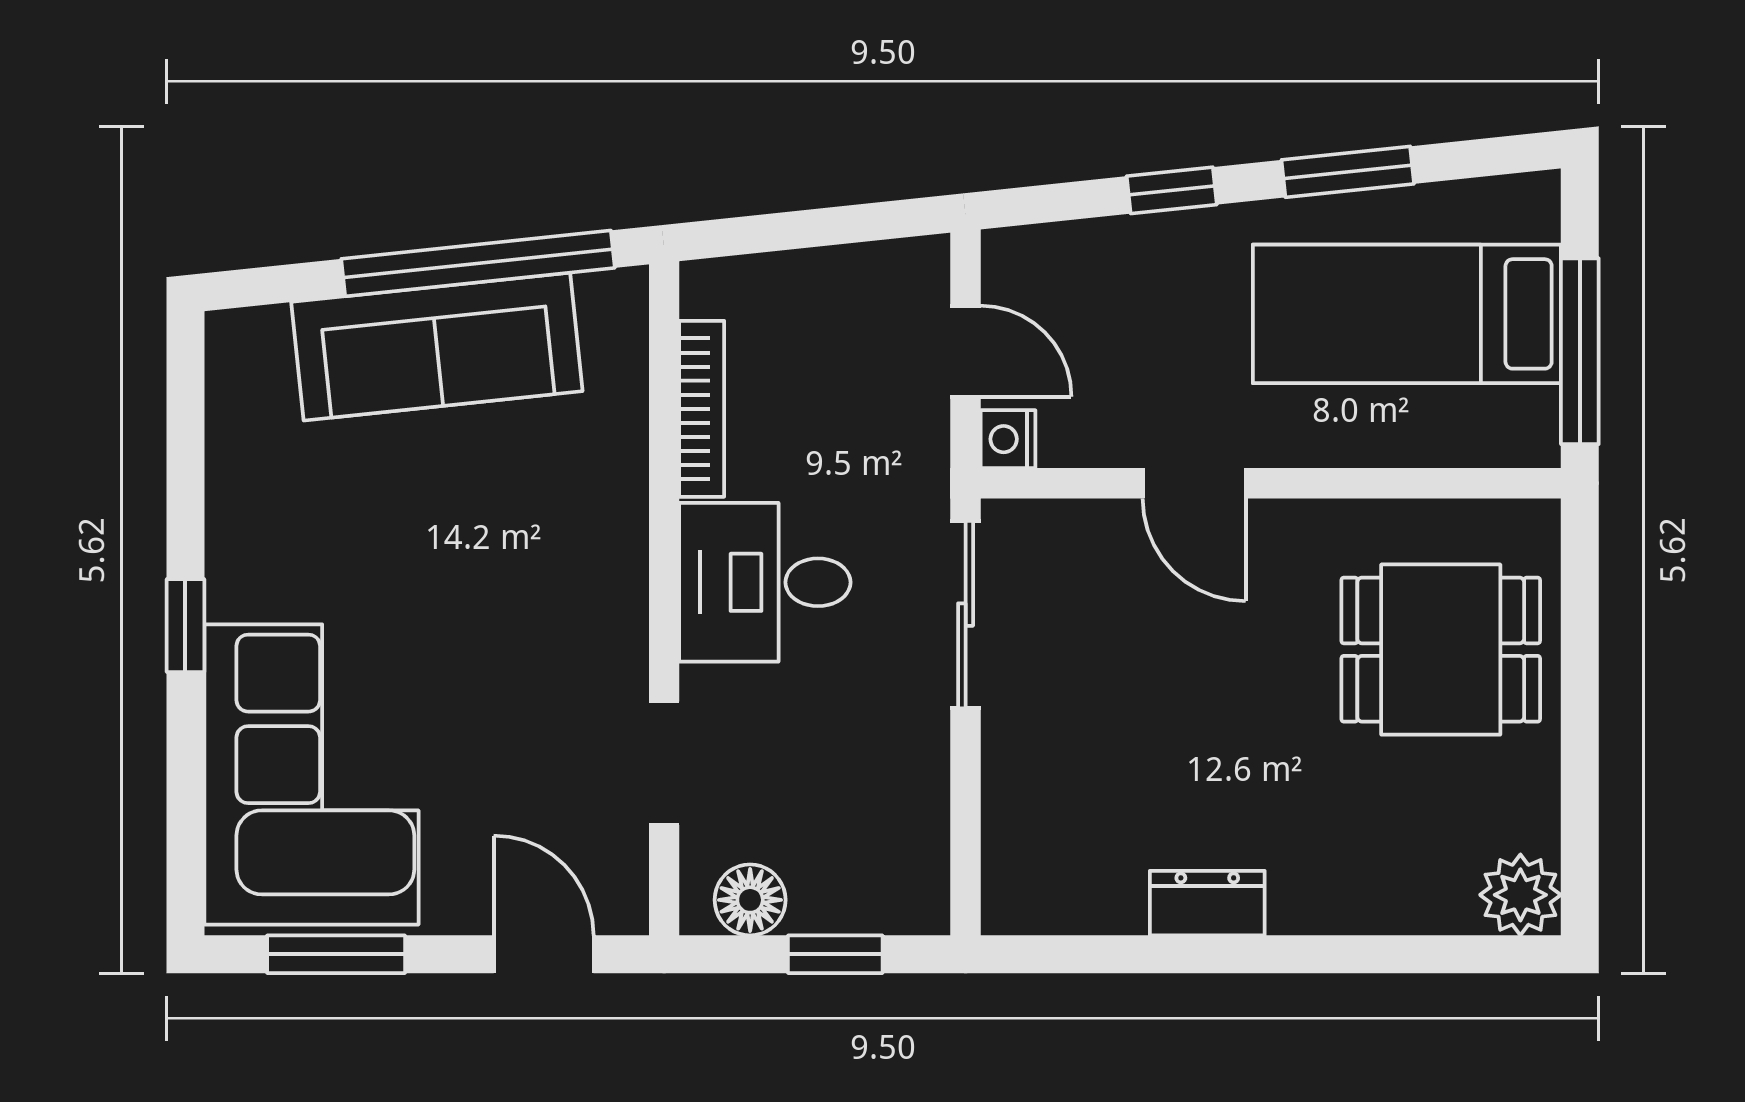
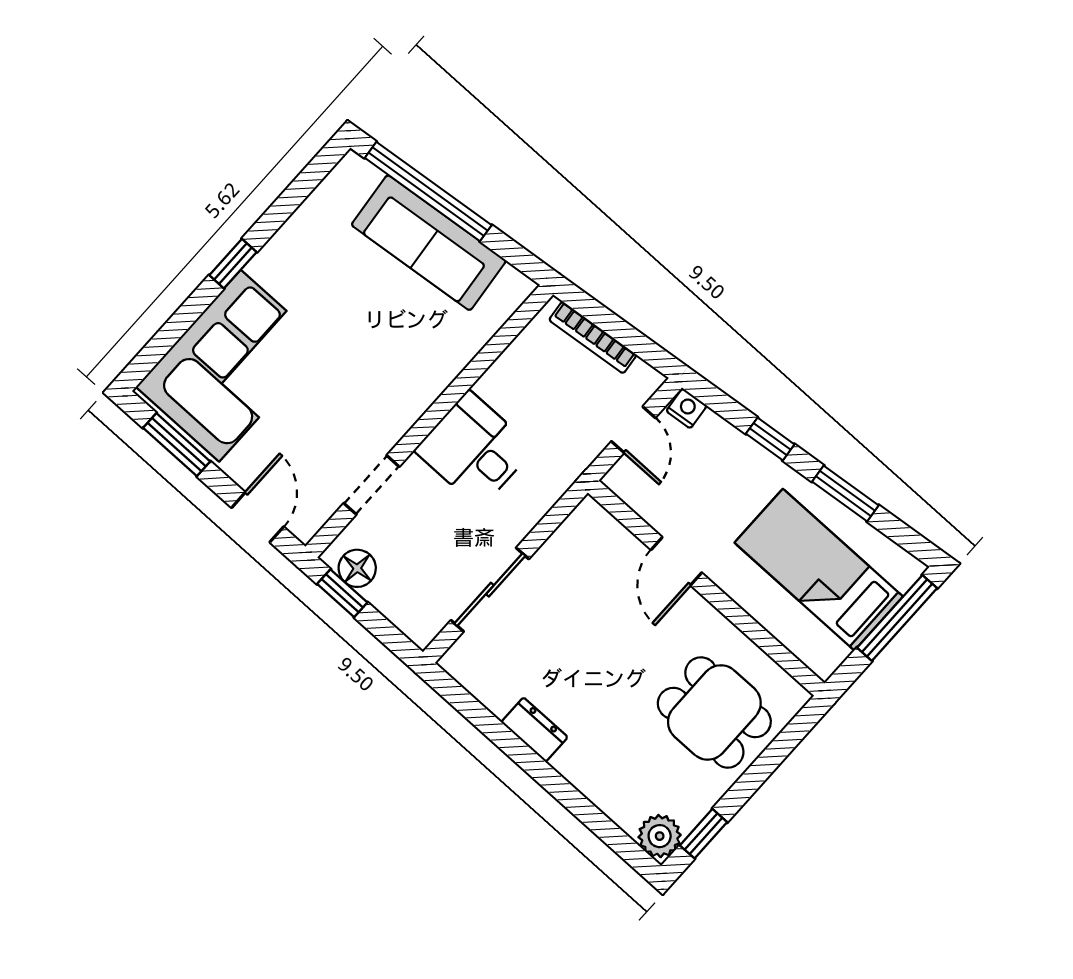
window: (478, 263) -> (428, 192), moved
window: (1580, 351) -> (897, 618), moved
bookcase: (702, 409) -> (593, 337), moved, turned 84
nightstand: (1008, 439) -> (686, 408), moved, turned 84
sliding door: (966, 615) -> (490, 590), moved
window: (1580, 836) -> (703, 834), added
window: (835, 954) -> (342, 593), moved

